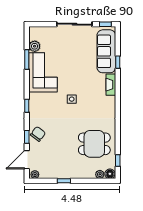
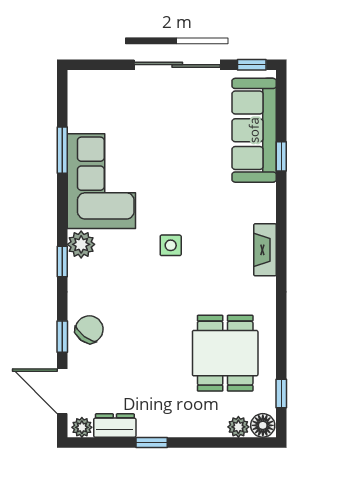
plant: (35, 46) -> (81, 244), moved
fireplace: (111, 85) -> (265, 250), moved
dining table: (94, 144) -> (225, 353), turned 90
door: (27, 160) -> (62, 391), hinge flipped
dresser: (49, 174) -> (115, 426), added

